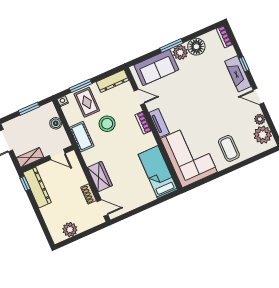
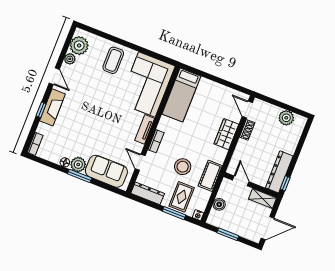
floor lamp: (196, 47) -> (65, 162), width x0.53, depth x0.53

